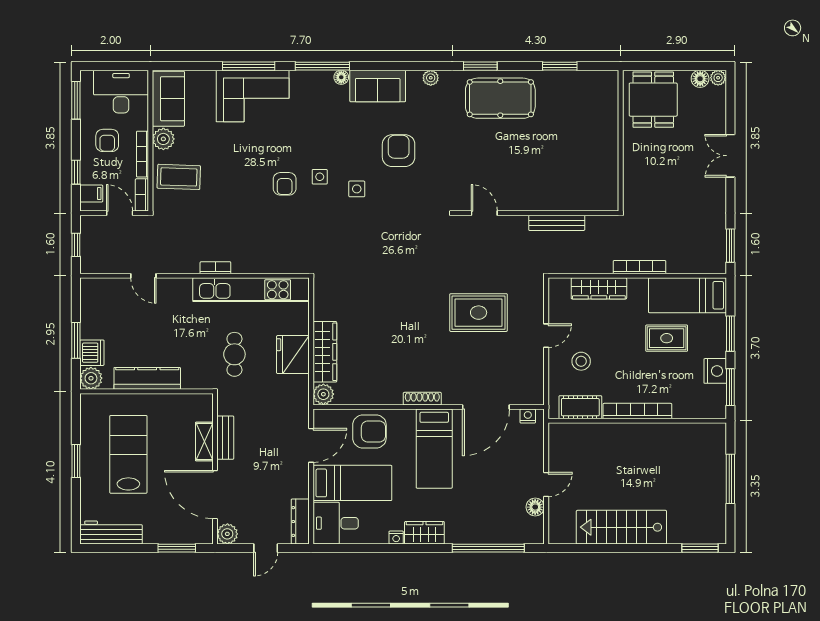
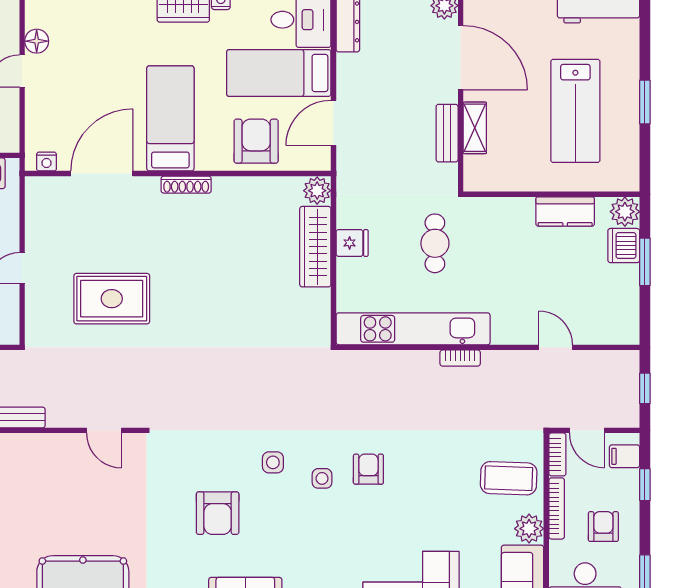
fridge: (293, 355) -> (352, 243), width x0.53, depth x0.75
kitchen counter: (147, 378) -> (565, 212), width x0.67
armchair: (369, 432) -> (256, 141), turned 90

